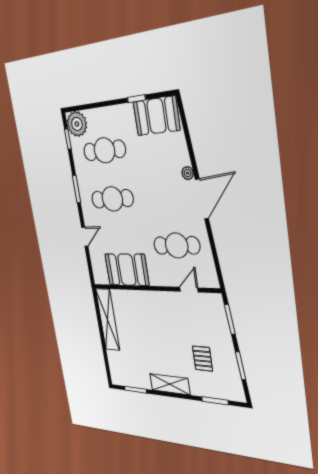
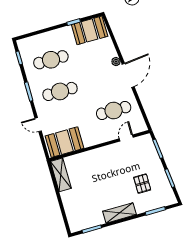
plant: (77, 124) -> (26, 46), removed
door: (85, 237) -> (38, 125), swing flipped
booth: (127, 270) -> (64, 142), moved
shelving: (108, 320) -> (61, 175), width x0.68

